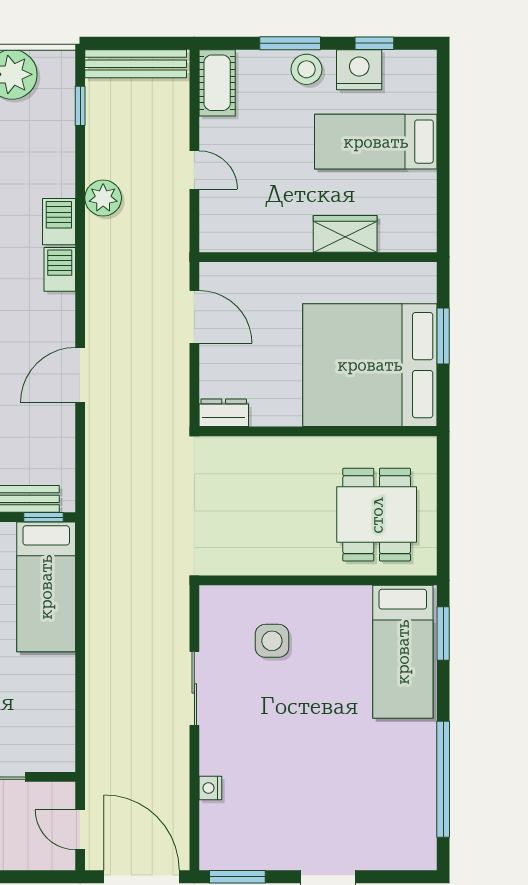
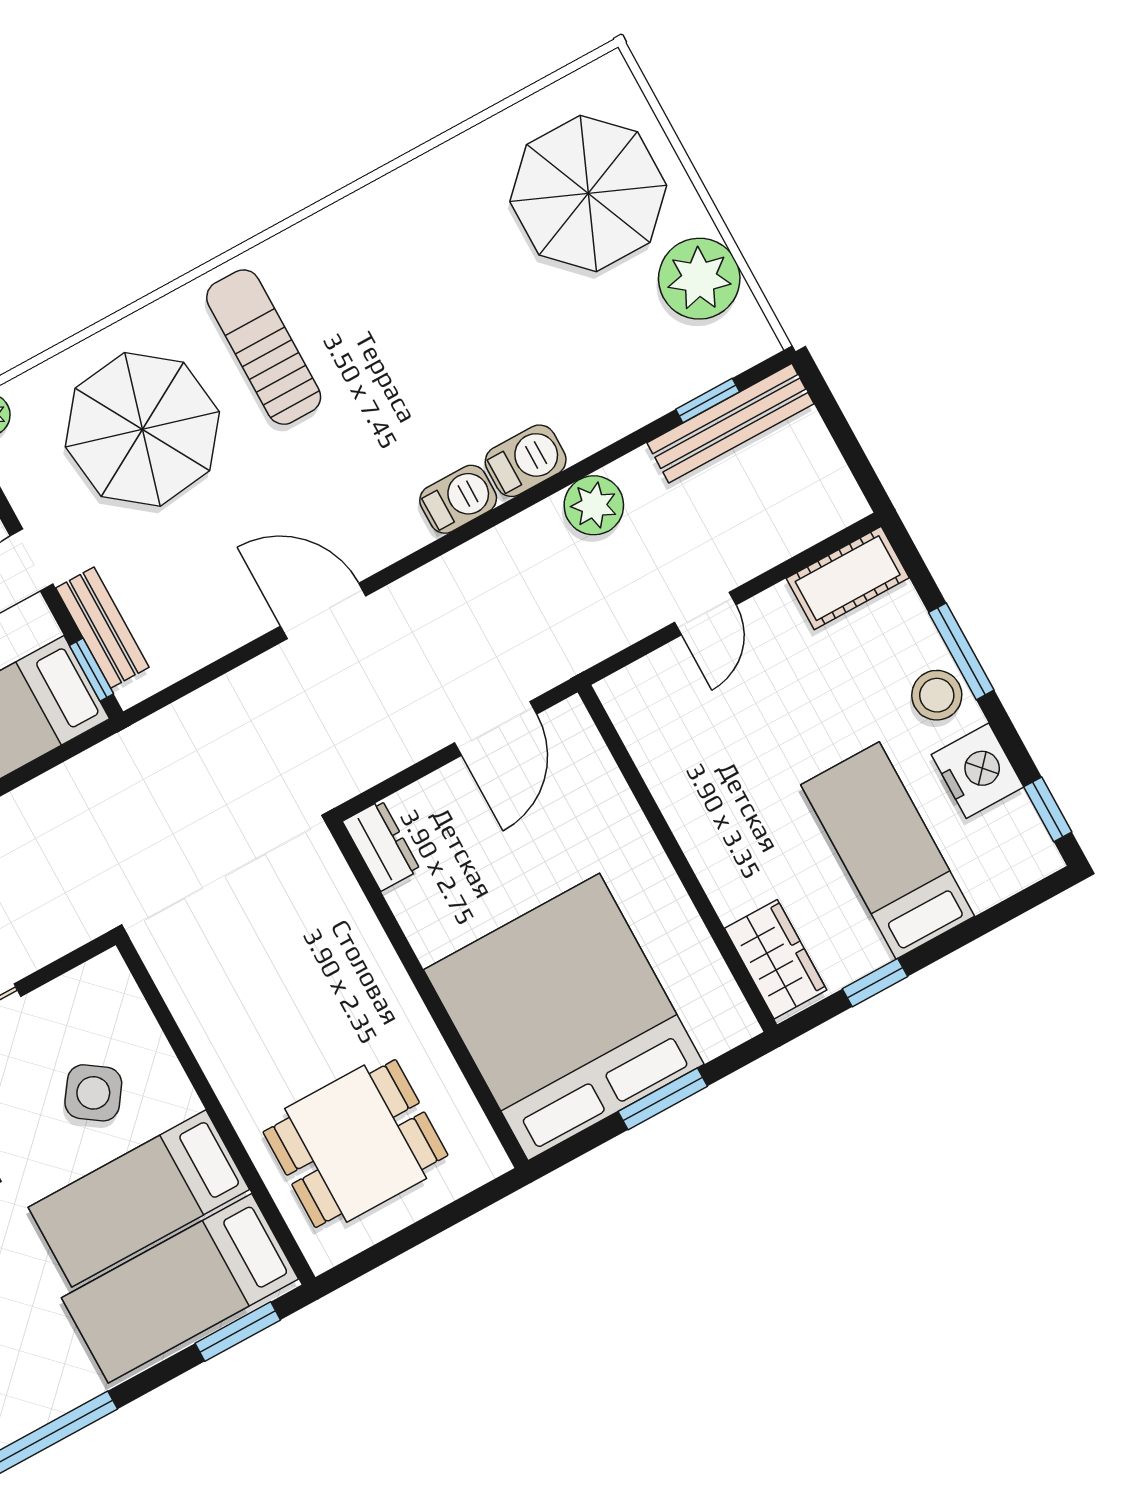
window: (374, 43) -> (1048, 809), moved
bench: (136, 64) -> (730, 423), moved, turned 90
window: (443, 187) -> (875, 983), added
wardrobe: (345, 234) -> (776, 959), moved
side table: (272, 641) -> (93, 1093), turned 35
bed: (342, 647) -> (139, 1198), added

